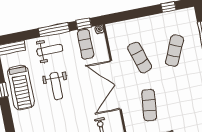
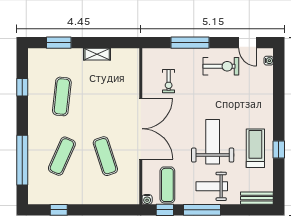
weight bench: (56, 86) -> (213, 142), width x1.36, depth x1.33
treadmill: (21, 88) -> (255, 148), width x0.73, depth x0.73
exercise mat: (149, 105) -> (62, 96), moved

